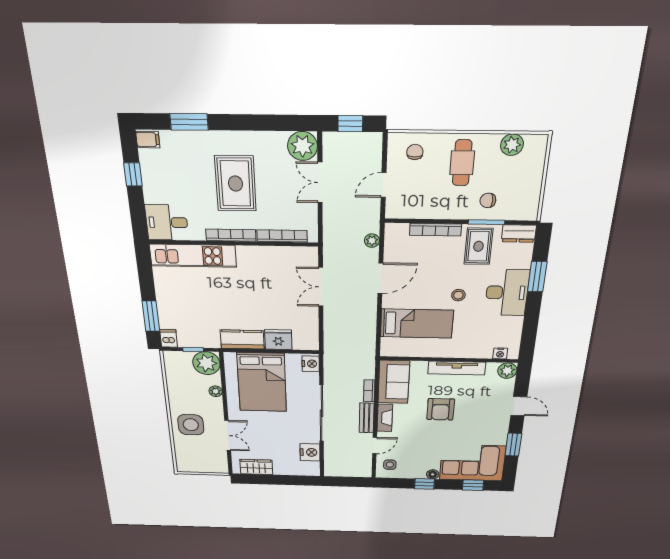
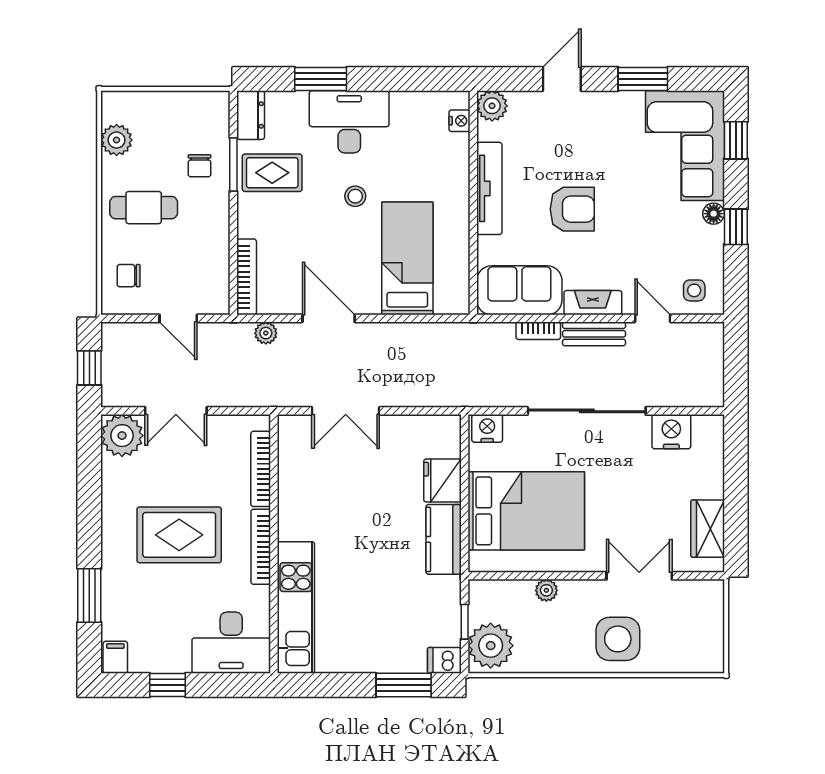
desk: (167, 222) -> (231, 643), width x1.37
bookcase: (435, 230) -> (247, 277), moved
plant: (206, 363) -> (491, 646), moved

